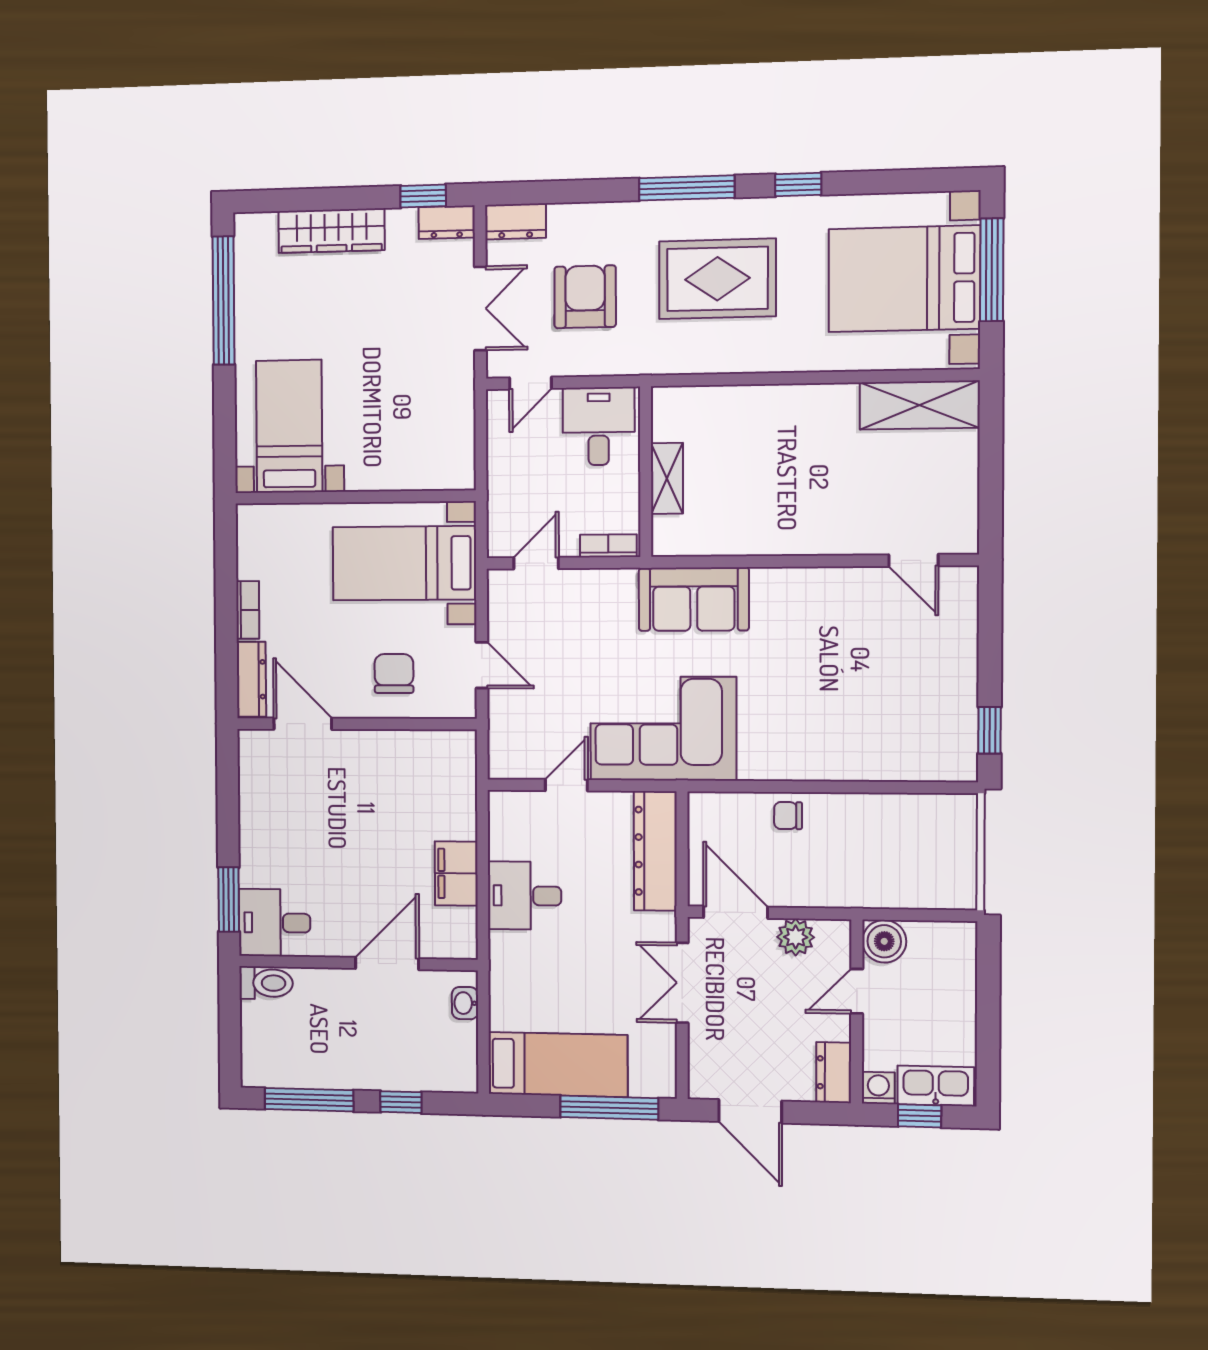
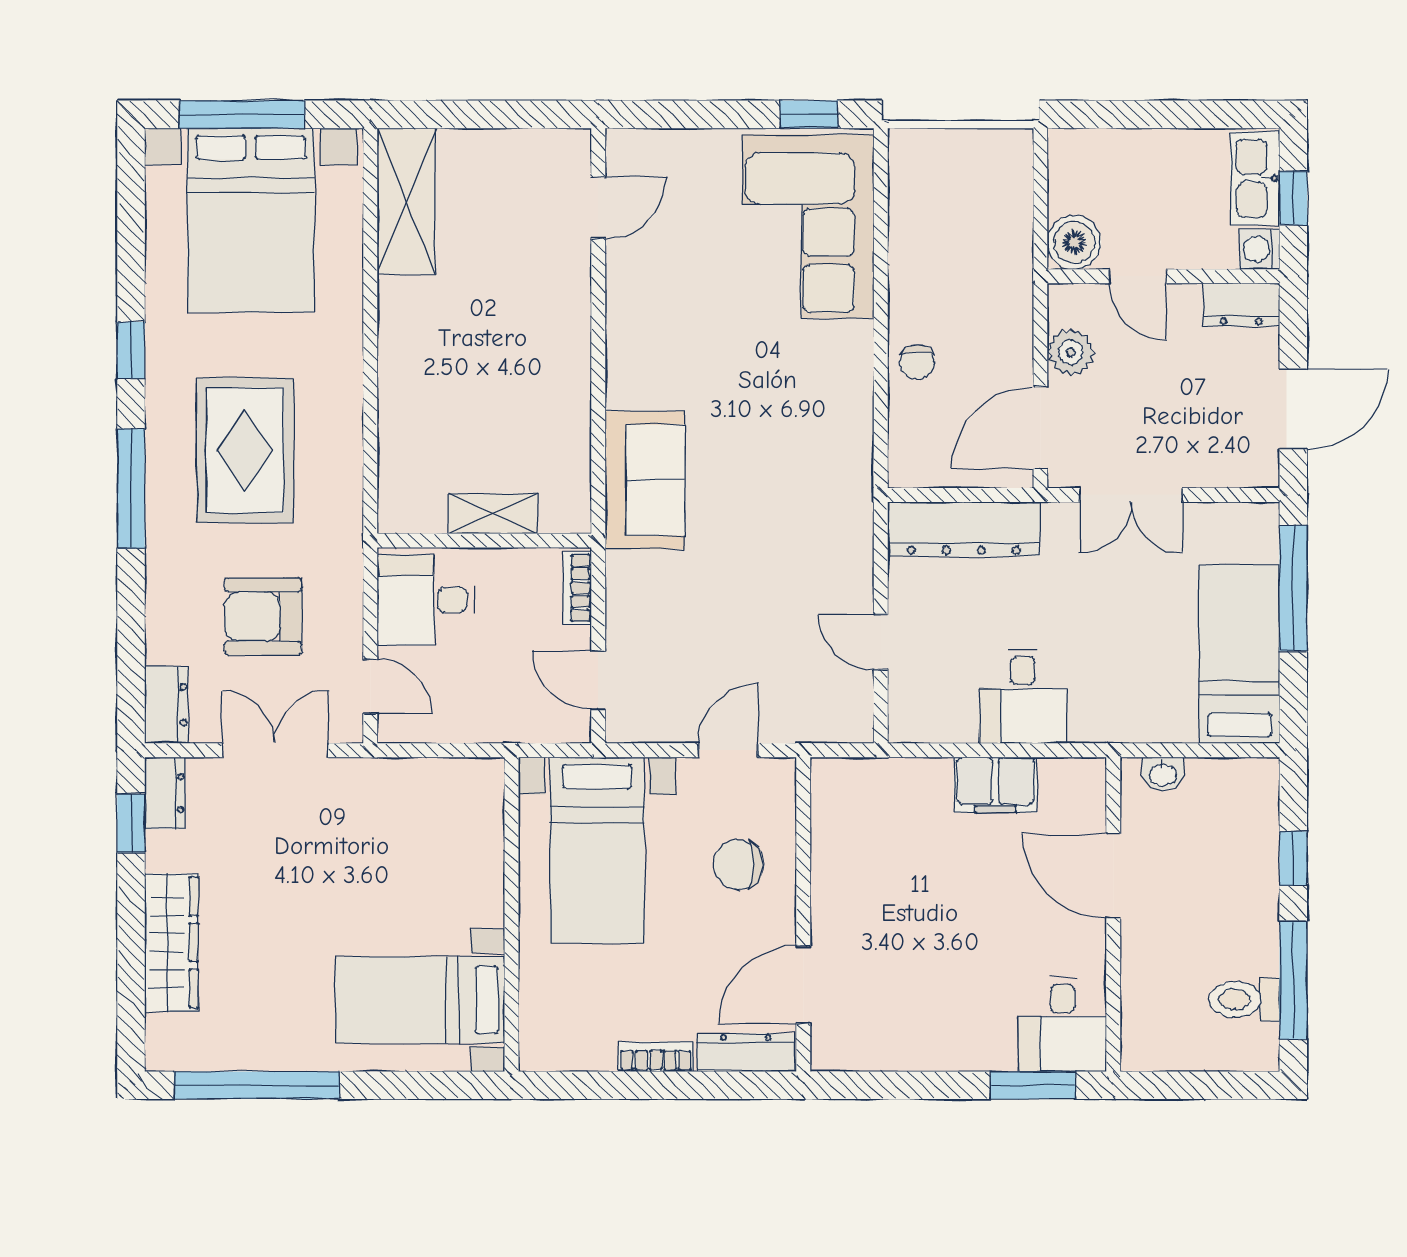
corner sofa: (663, 729) -> (808, 226), moved
toilet: (266, 983) -> (1244, 999), moved, turned -90

